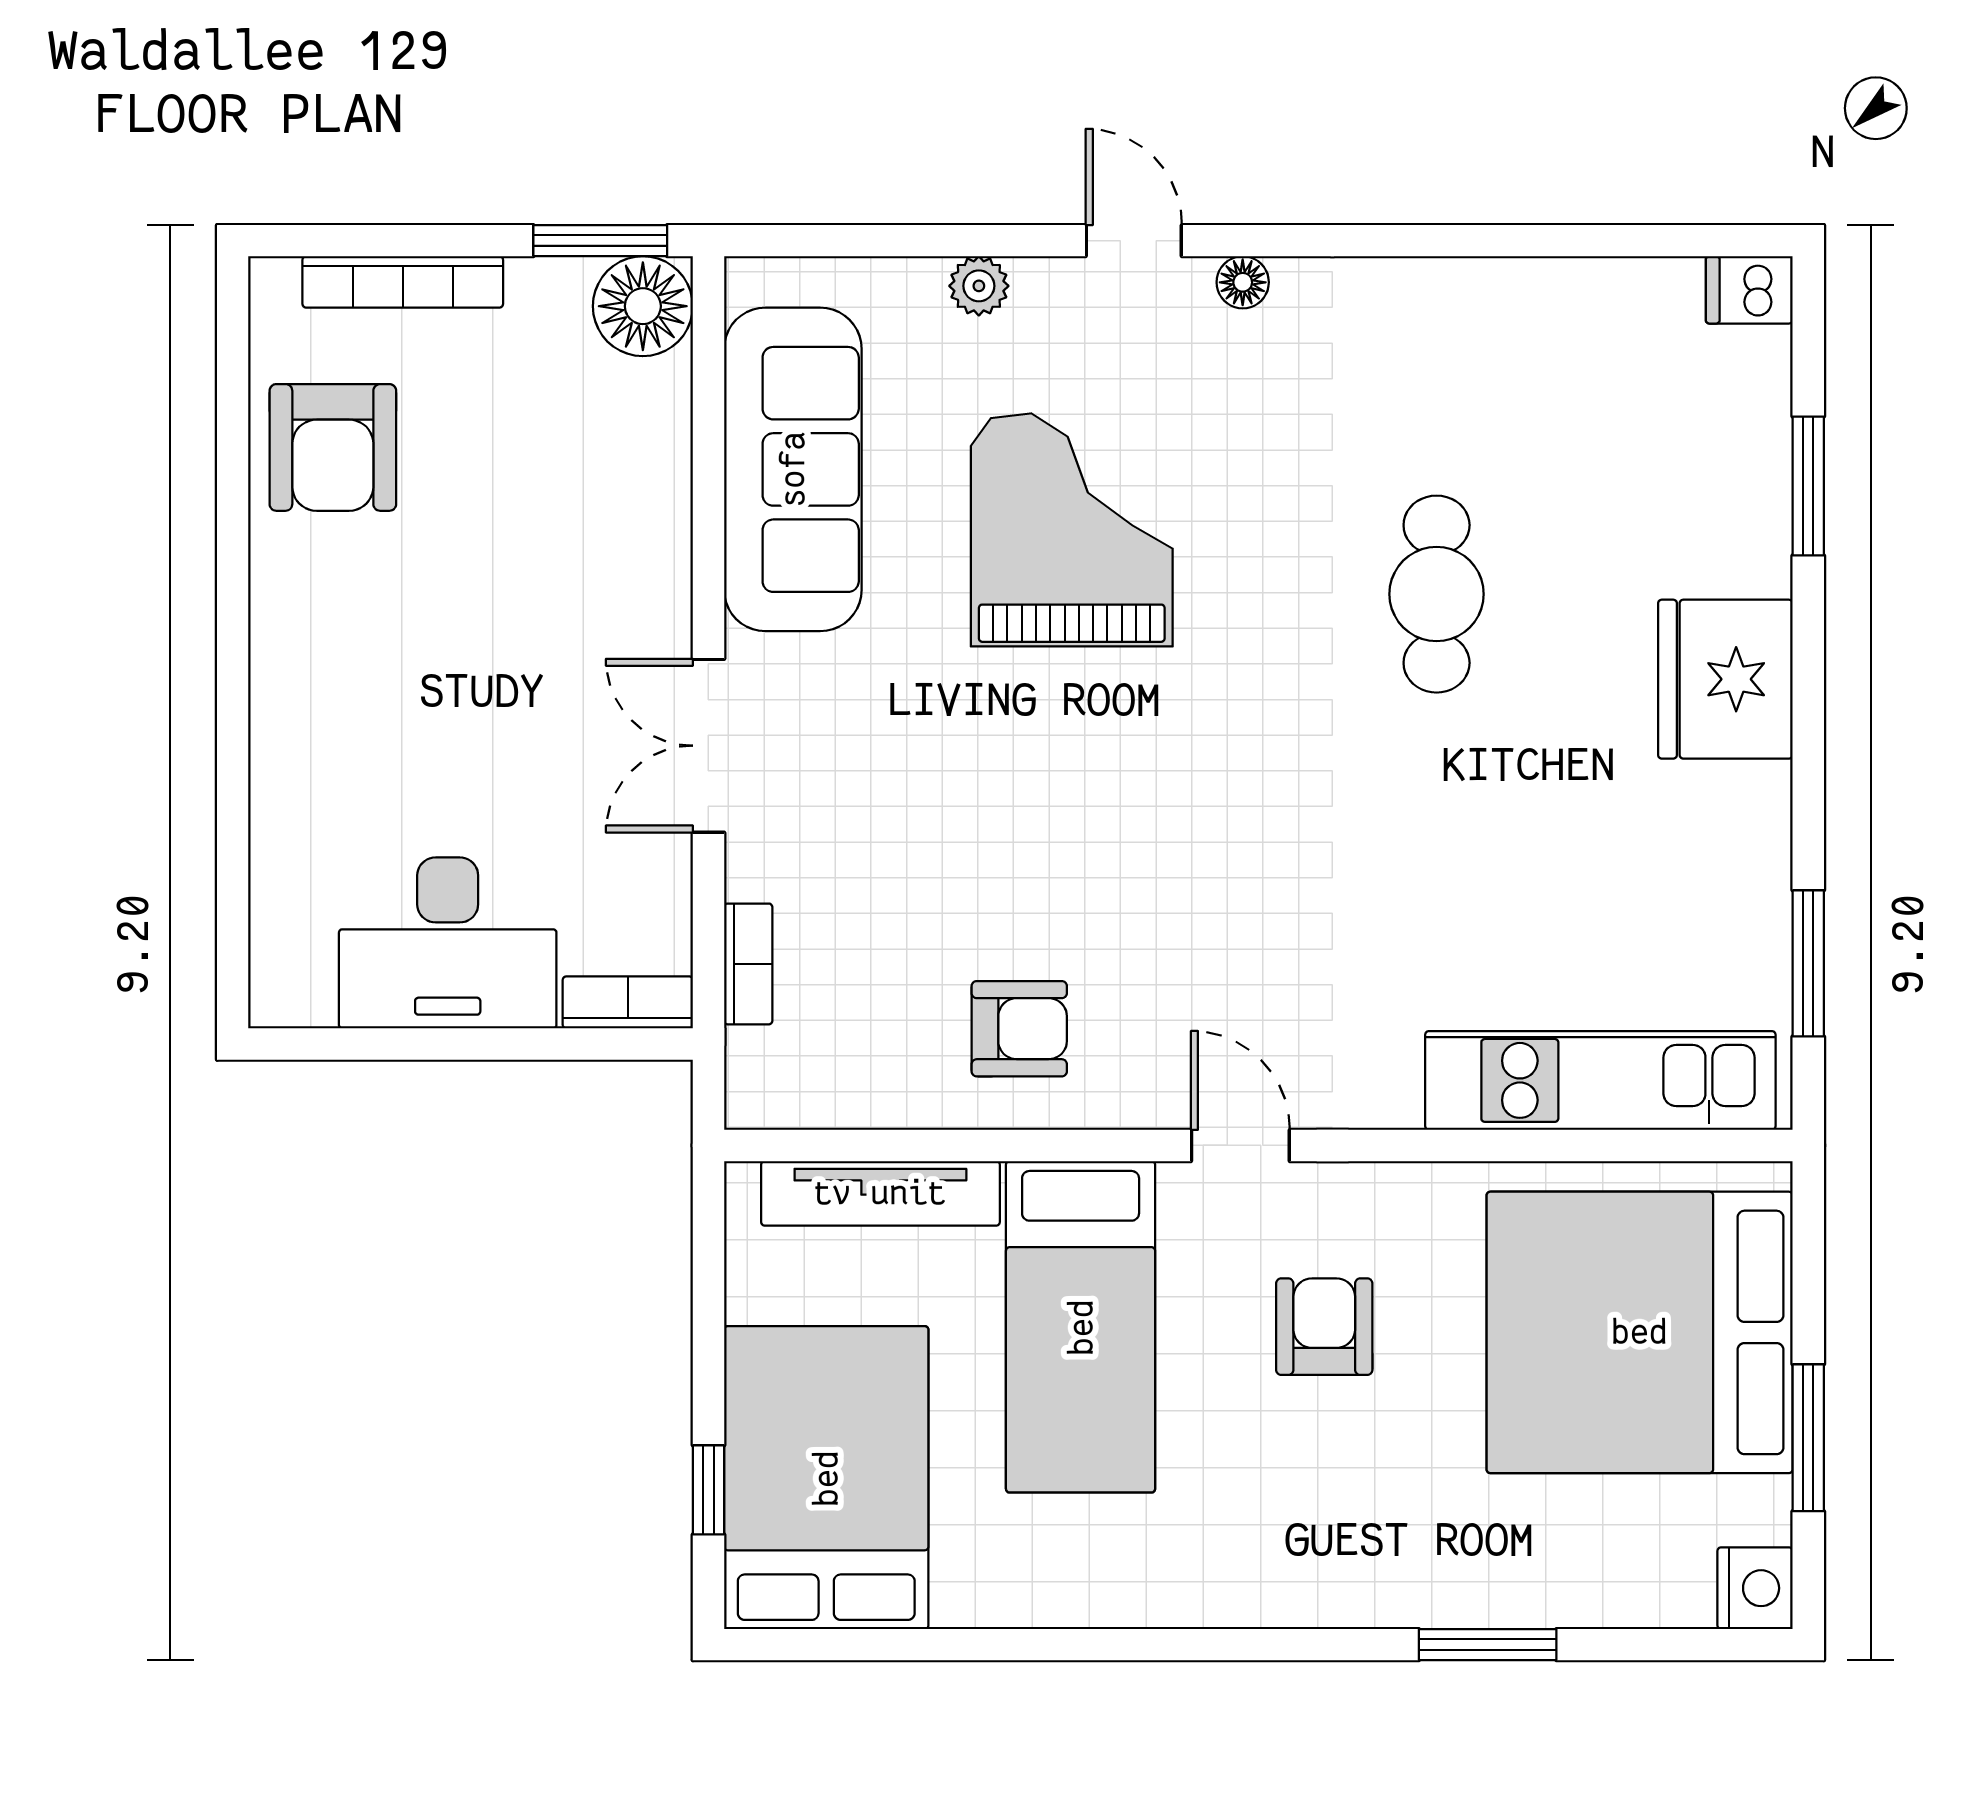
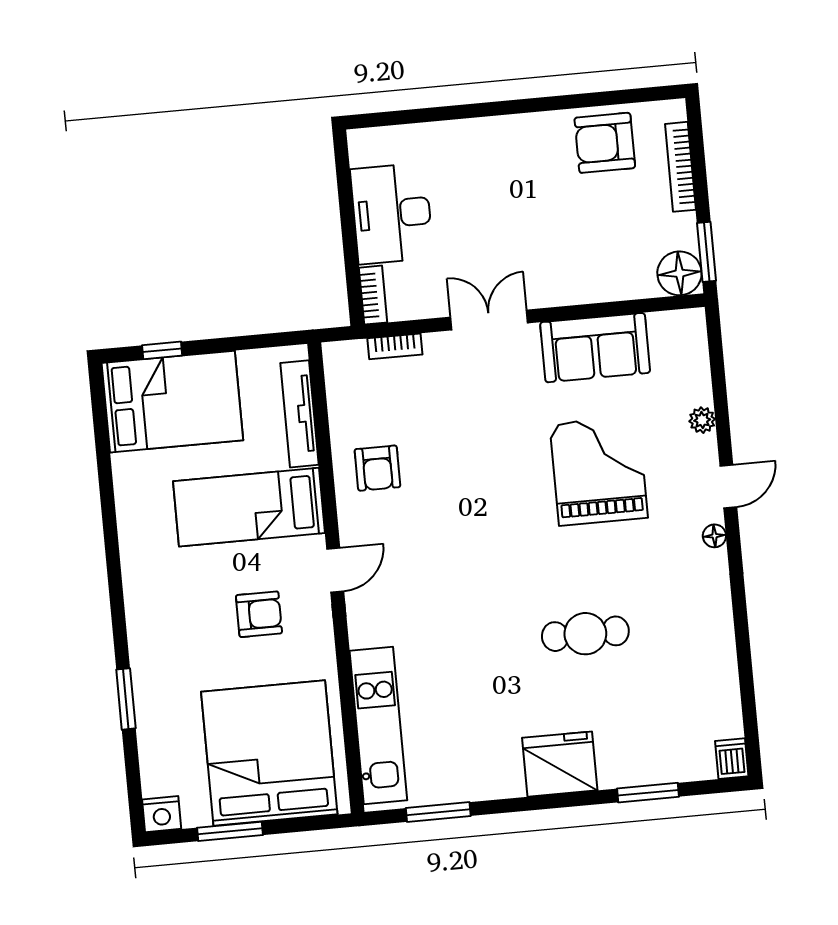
sofa: (793, 469) -> (595, 348), width x0.73
grand piano: (1072, 530) -> (599, 471), turned -90

